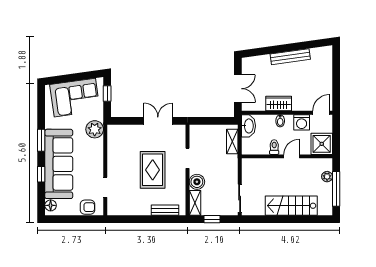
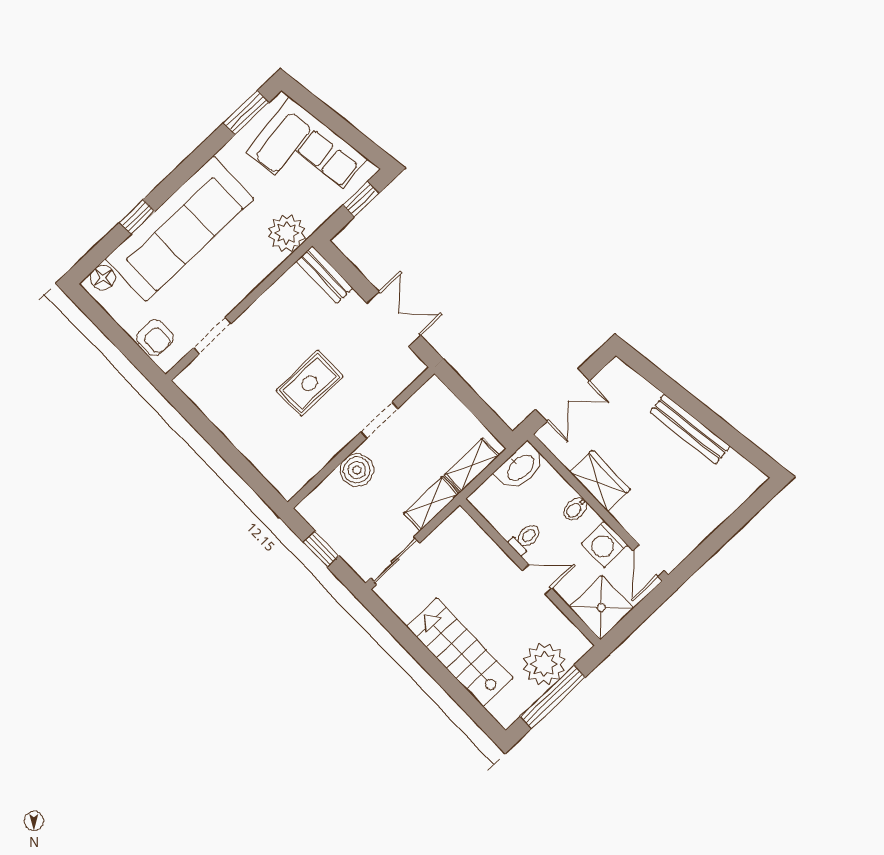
door: (321, 113) -> (649, 561), swing flipped
window: (41, 140) -> (246, 113), moved
rug: (153, 170) -> (309, 383), width x0.73, depth x0.70
plant: (327, 177) -> (544, 664), width x1.87, depth x1.87
shelving: (195, 203) -> (431, 504), moved
bench: (165, 210) -> (325, 275), moved

